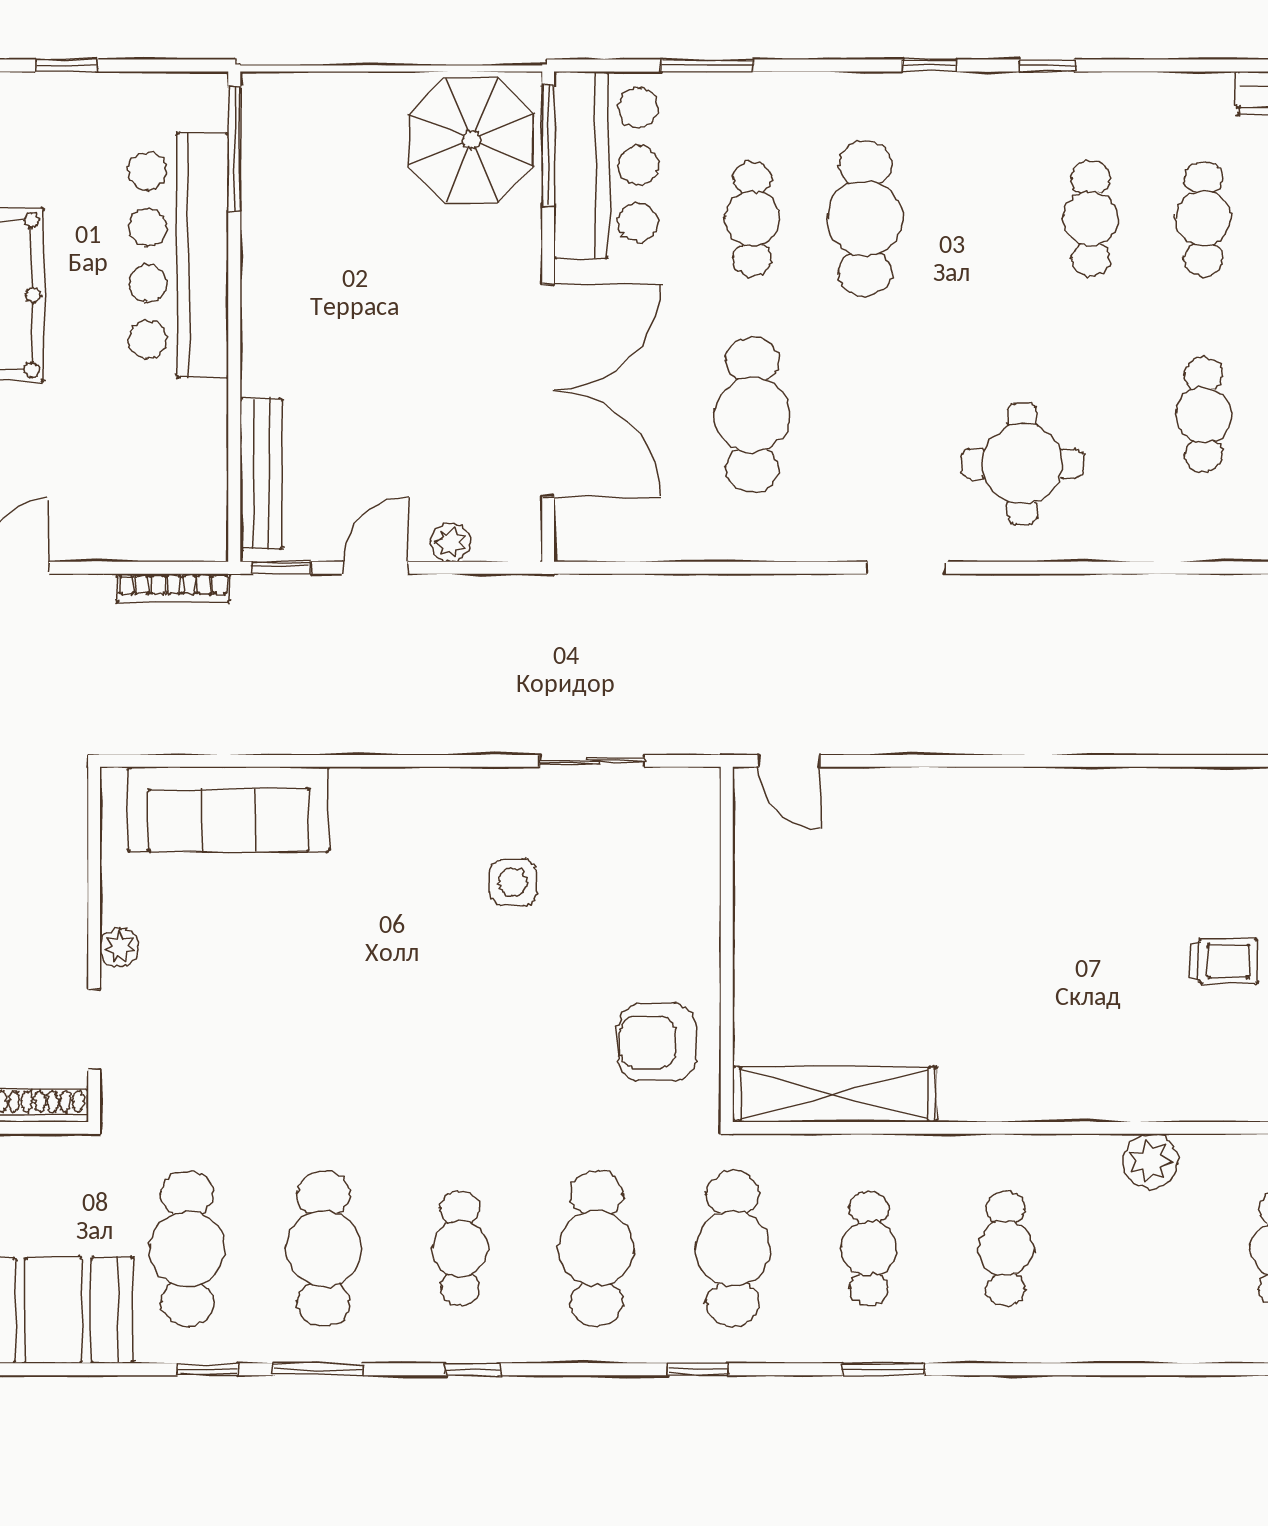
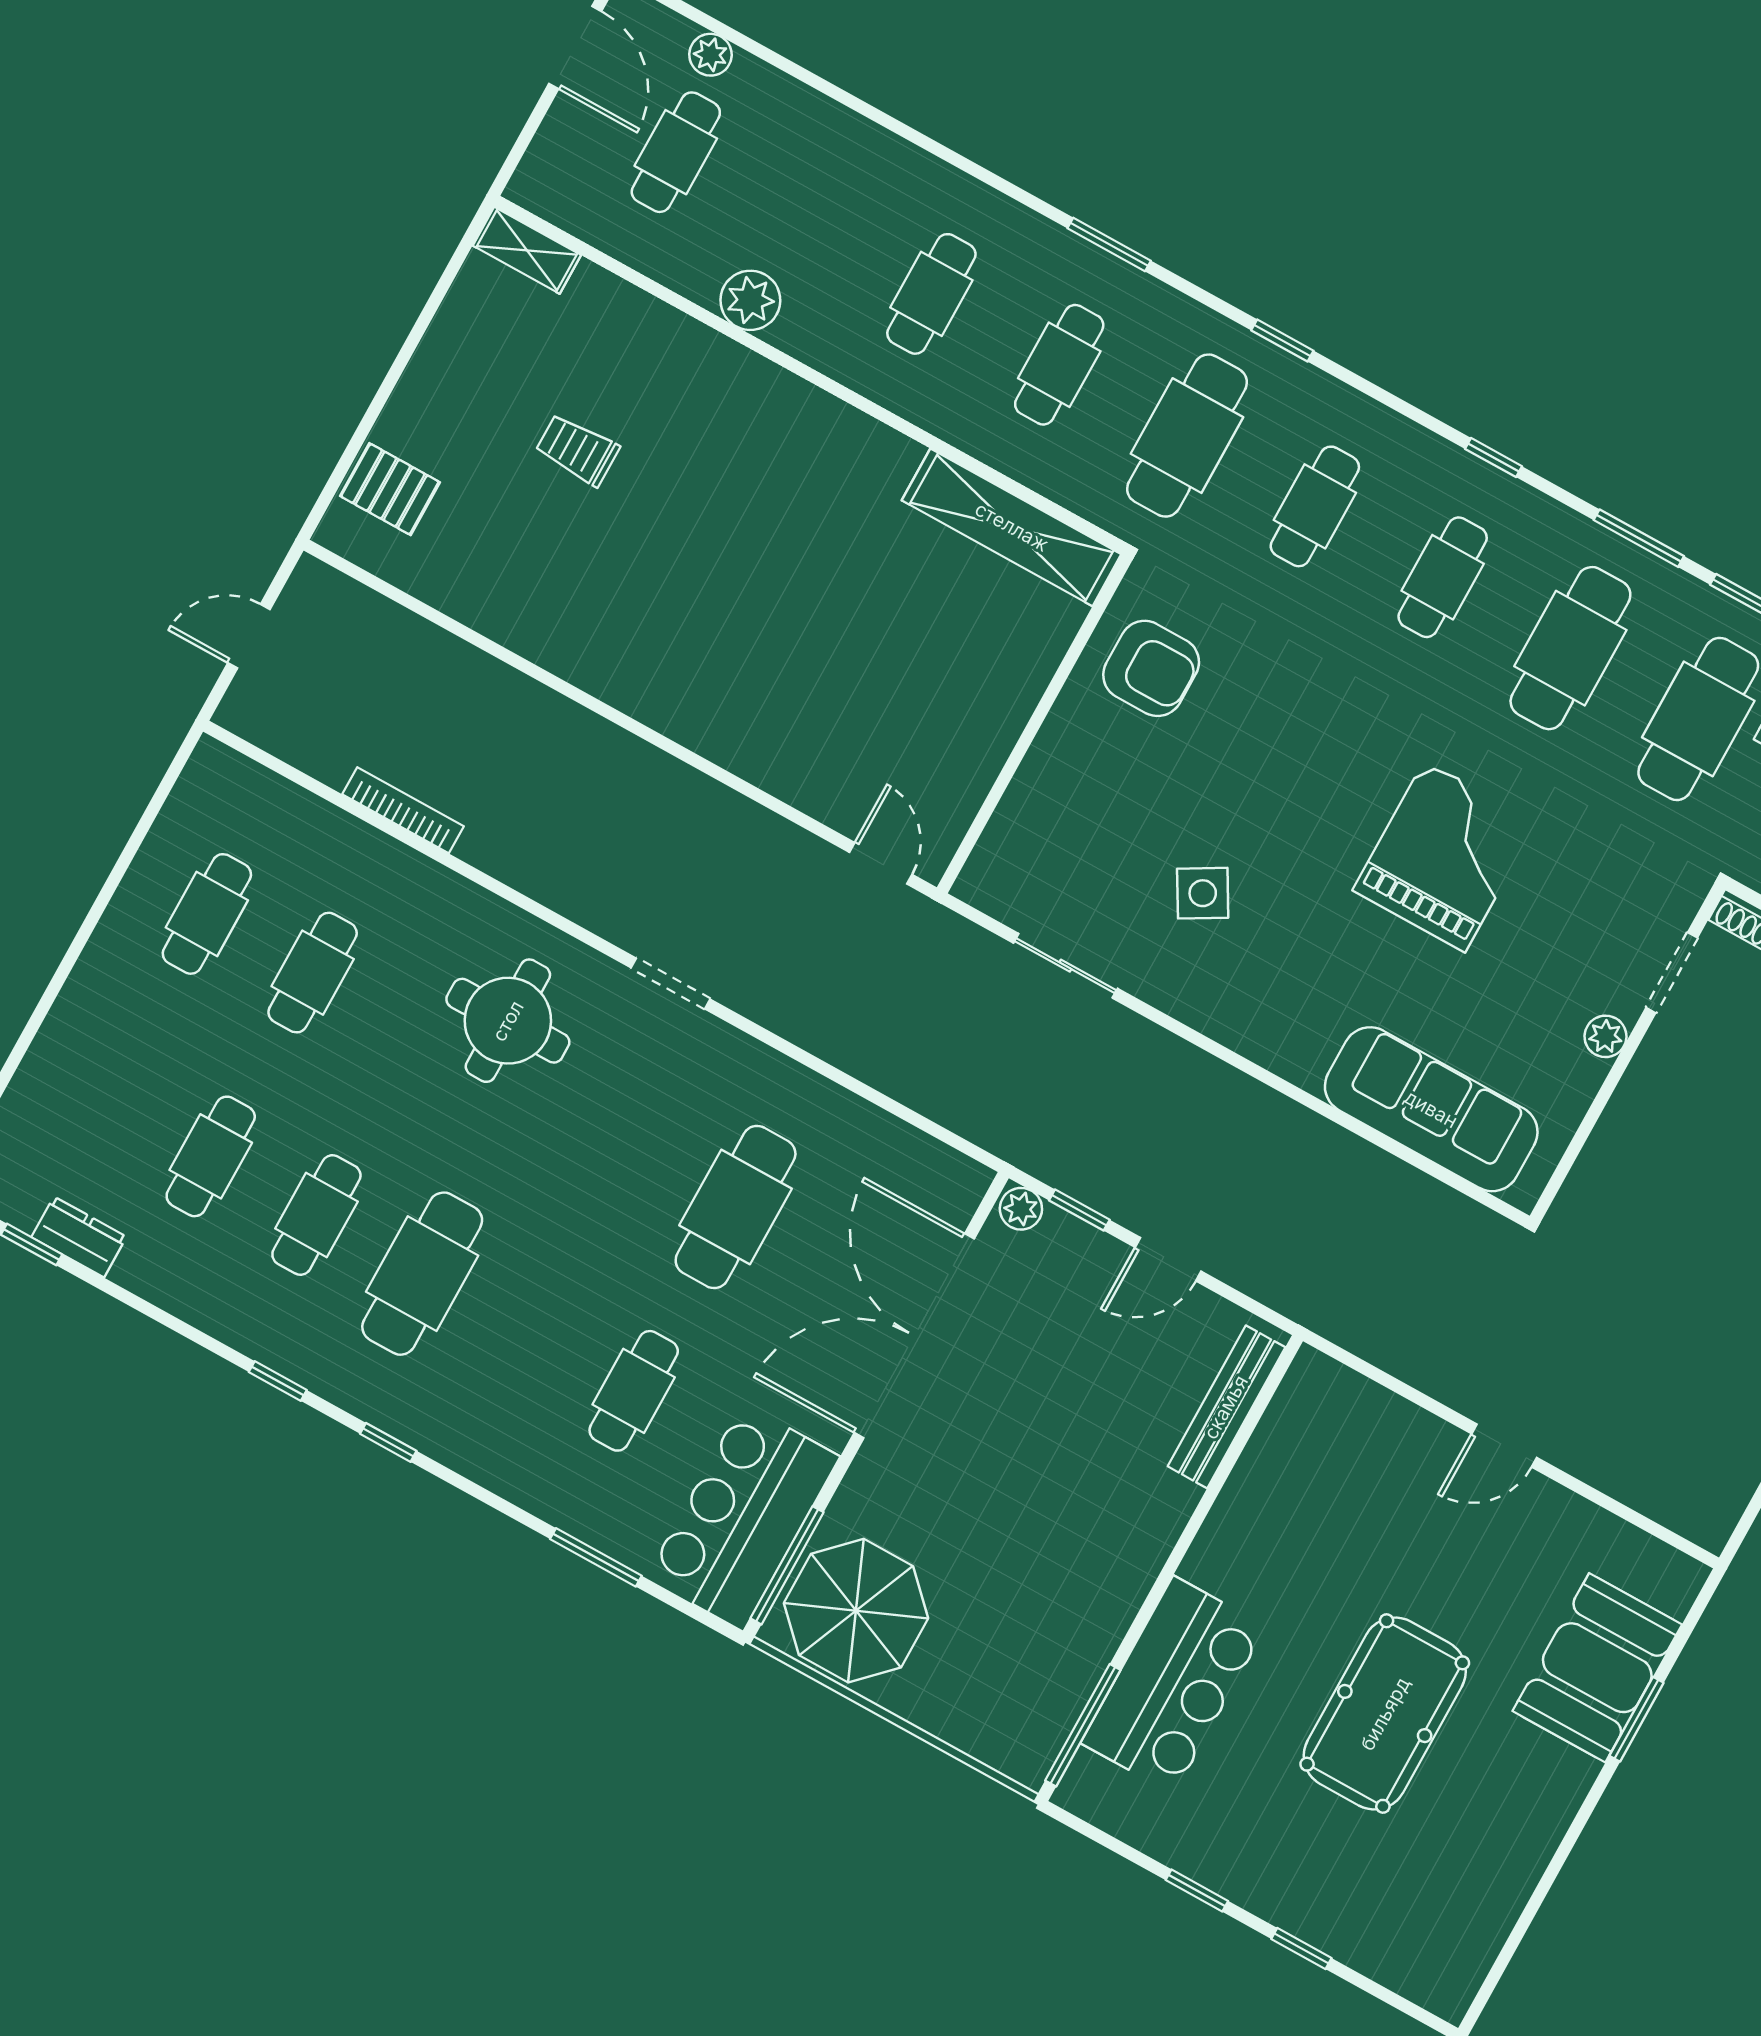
cafe table: (865, 219) -> (422, 1274), moved
bar counter: (179, 255) -> (1173, 1685), width x0.73
plant: (450, 542) -> (1021, 1209), moved
window: (281, 568) -> (1079, 1210), moved
bookcase: (173, 588) -> (403, 810), moved
side table: (513, 882) -> (1203, 893), turned -30
grand piano: (332, 1022) -> (1445, 856), added
cafe table: (596, 1249) -> (1315, 506), width x0.73, depth x0.74

